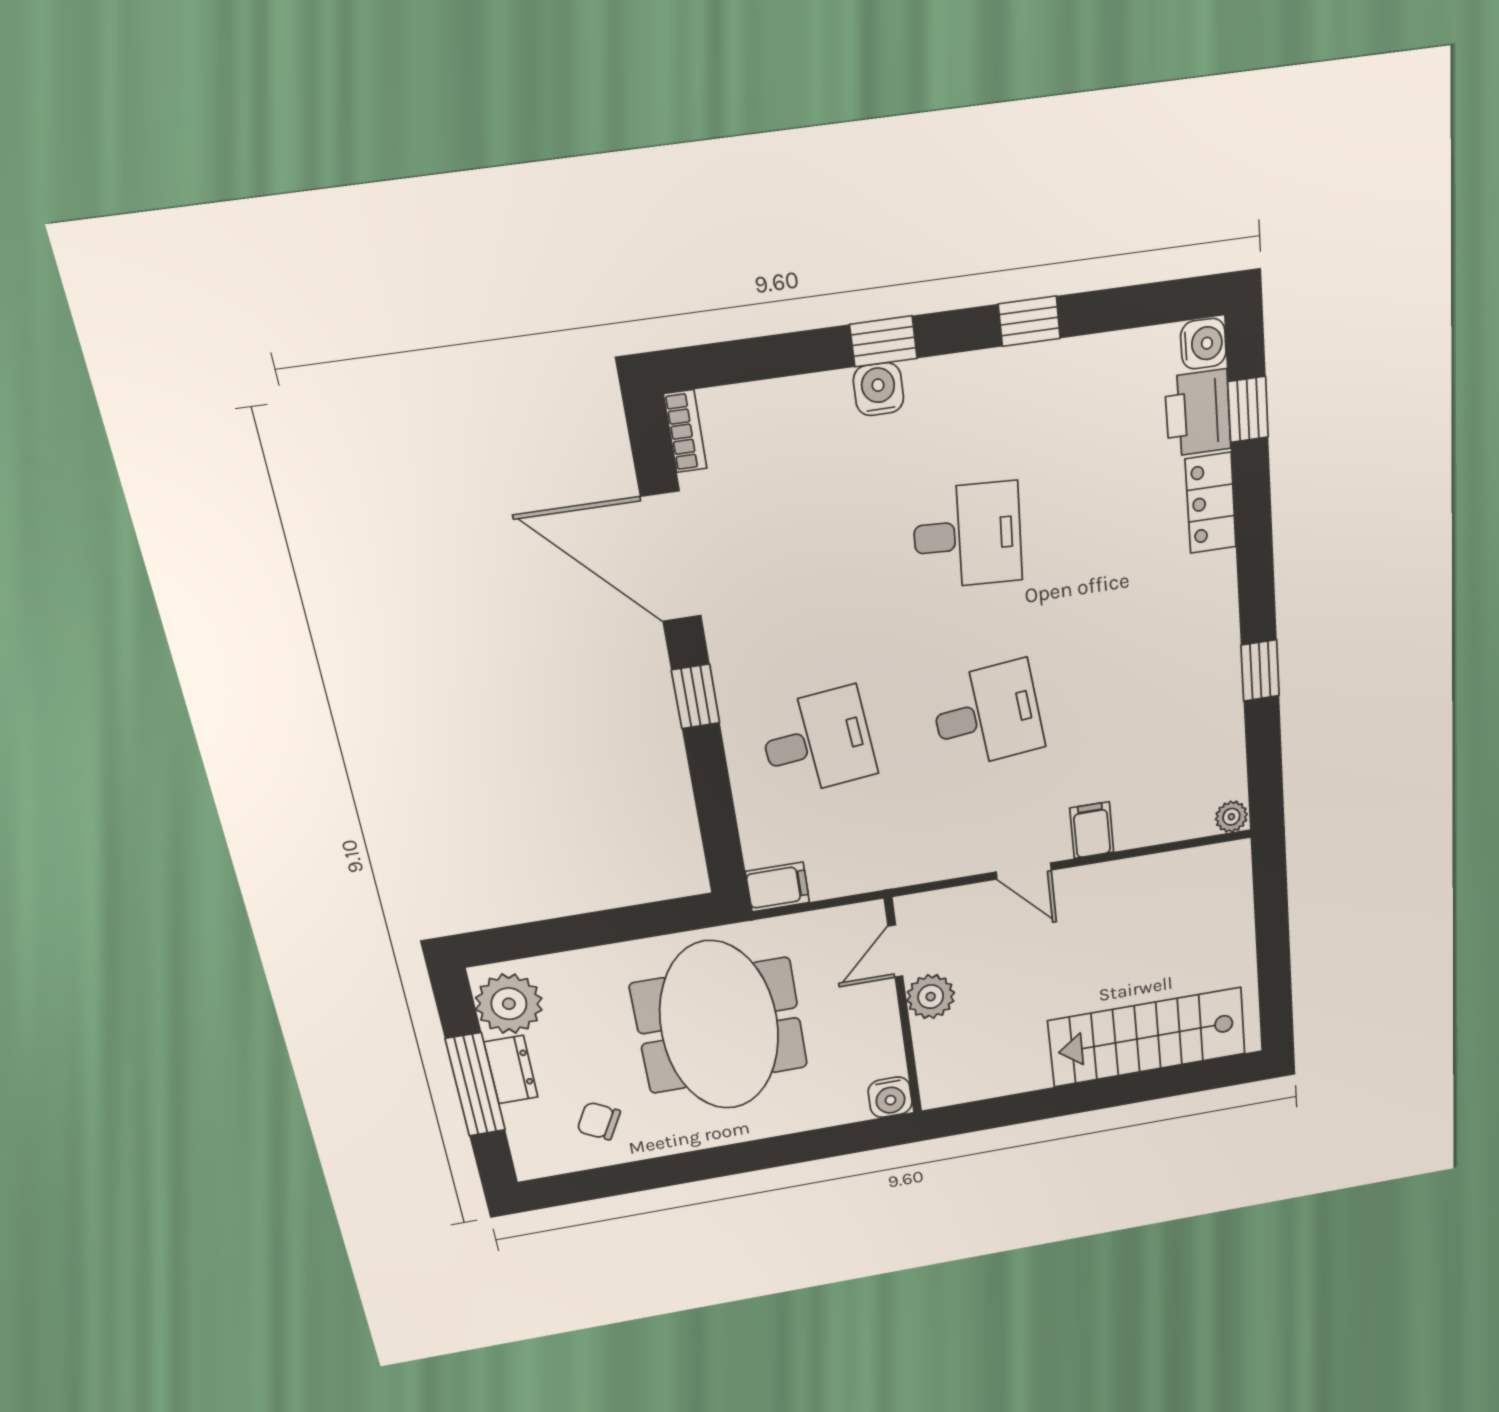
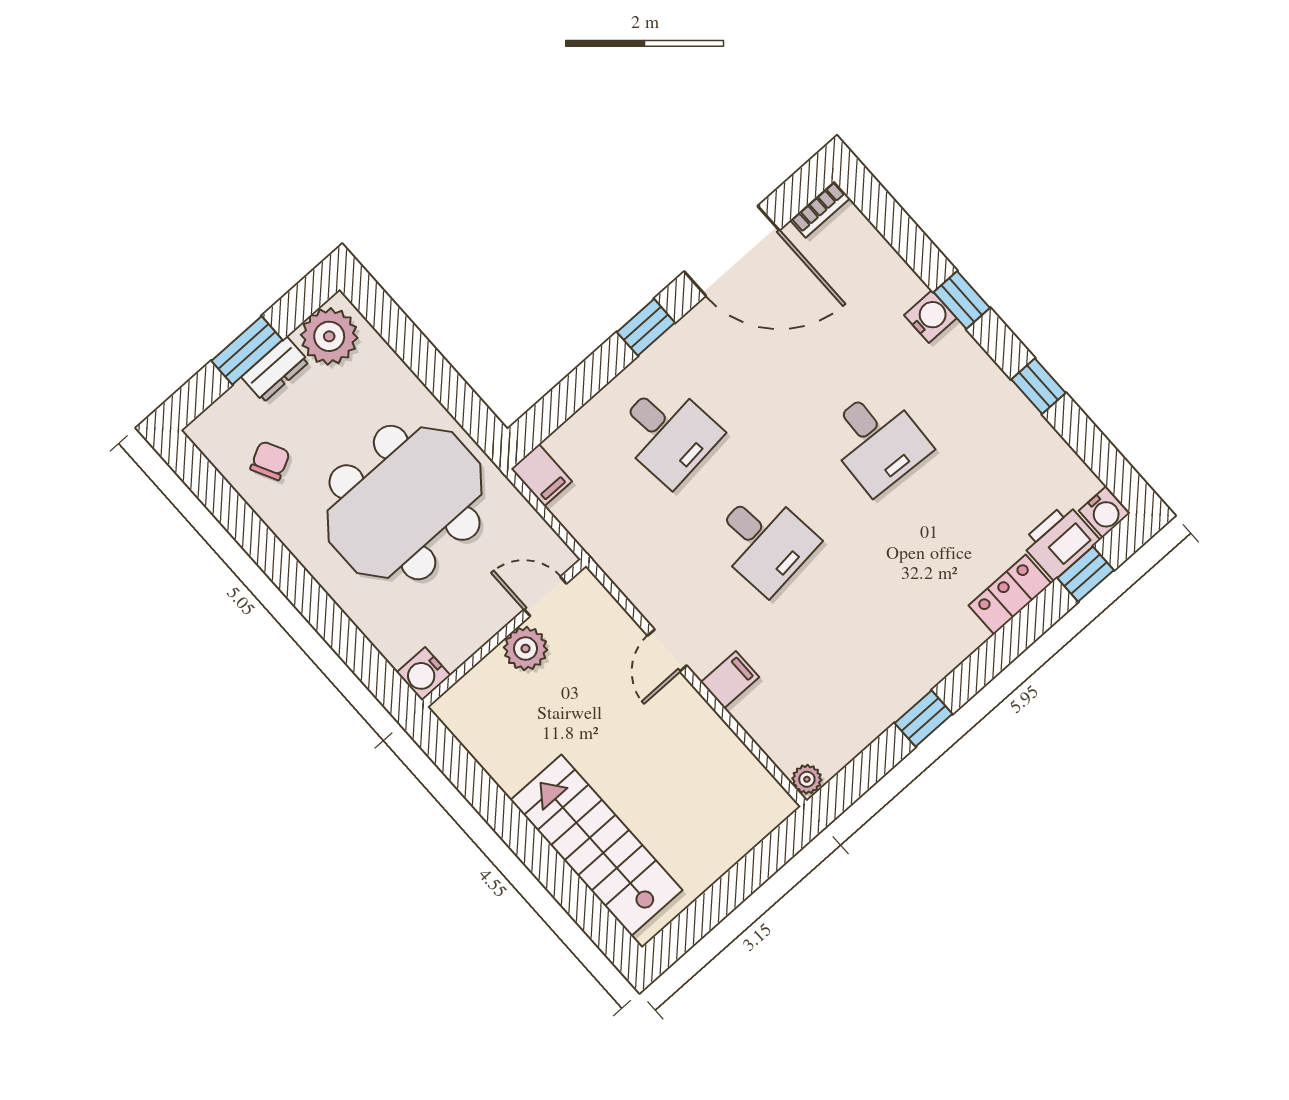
door: (671, 557) -> (732, 251), swing flipped
window: (475, 1085) -> (247, 350), width x0.69
chair: (599, 1121) -> (270, 461), turned 35

